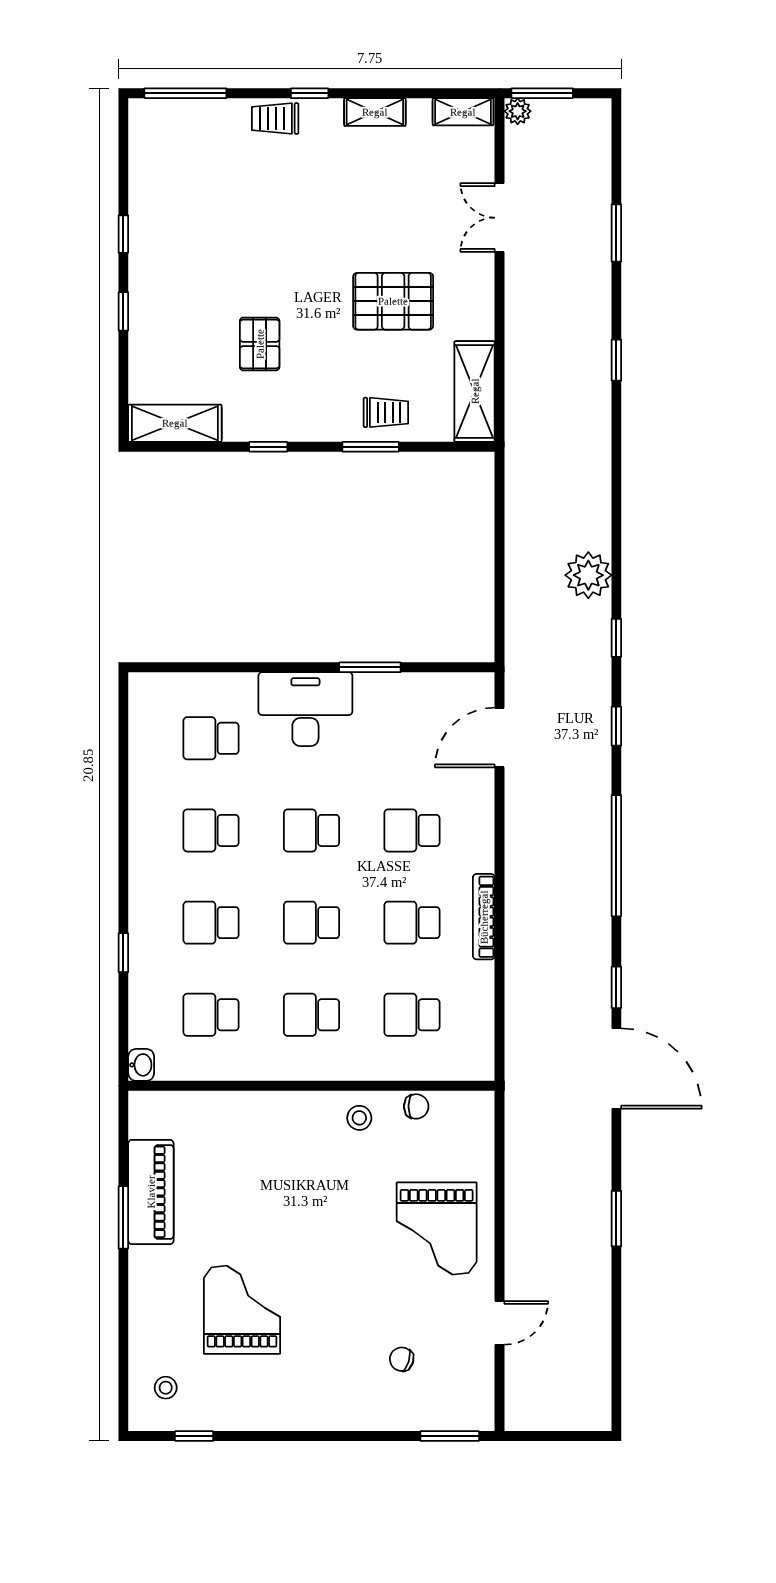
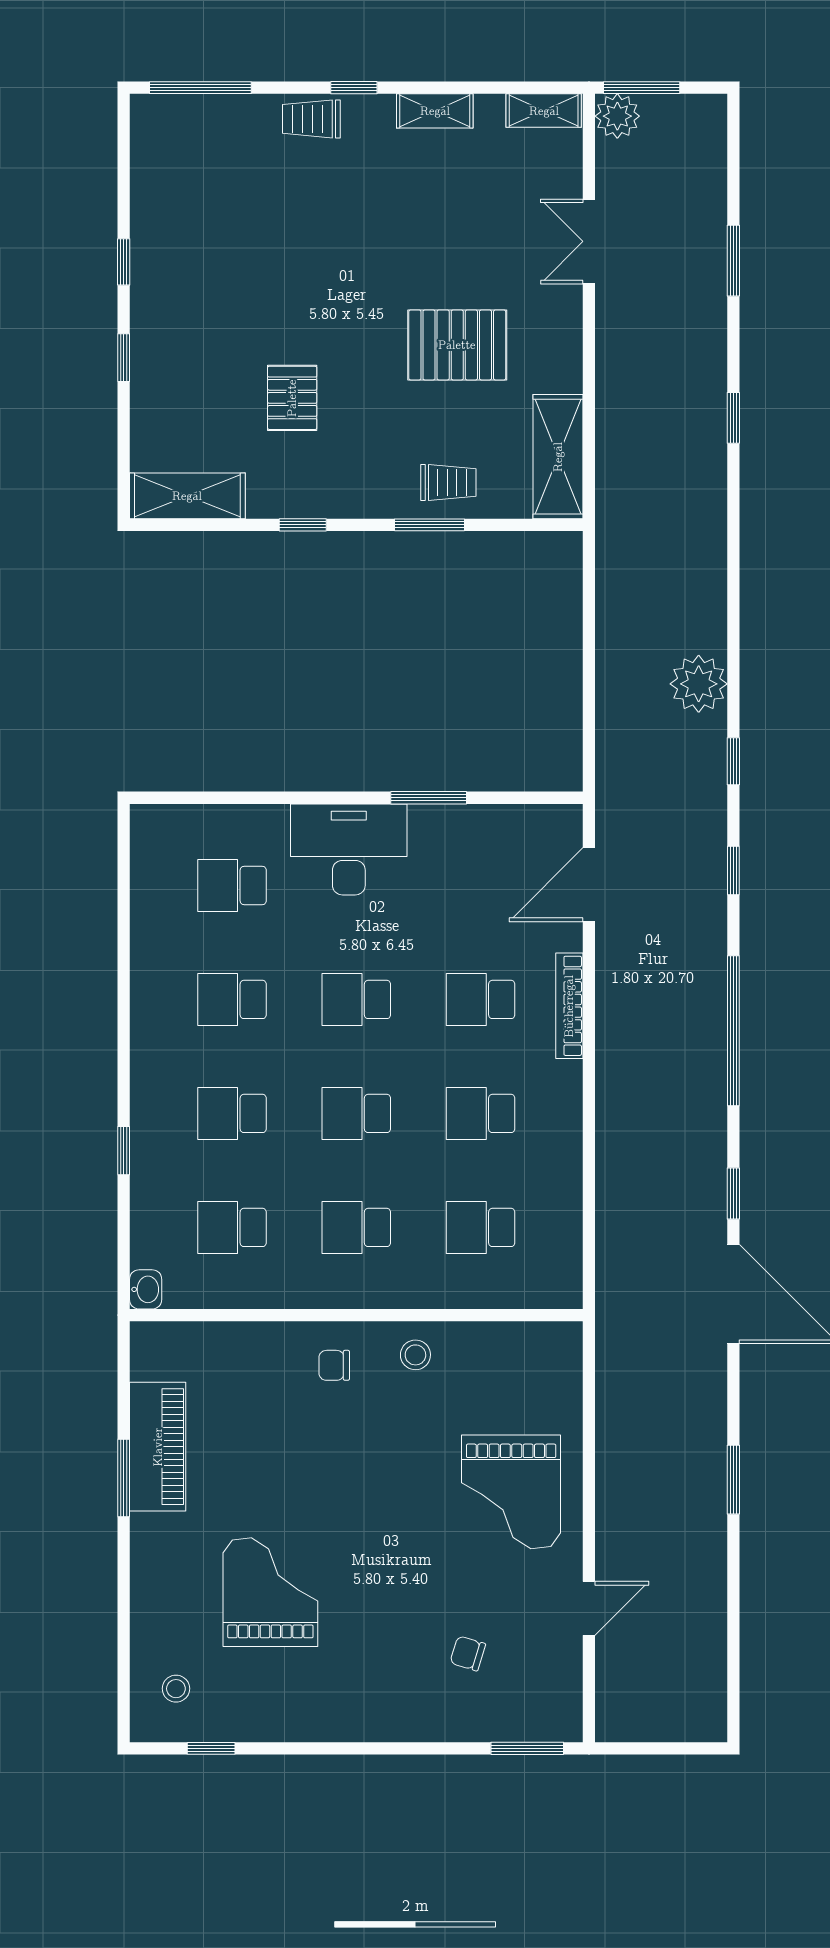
plant: (518, 111) -> (617, 116), width x1.38, depth x1.38
bookcase: (484, 917) -> (569, 1006), moved
chair: (416, 1106) -> (334, 1365), moved, turned 180

